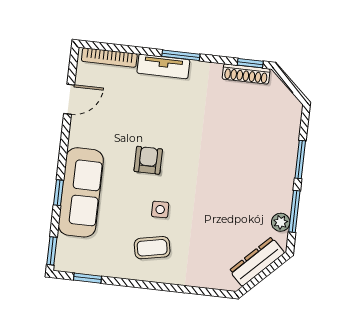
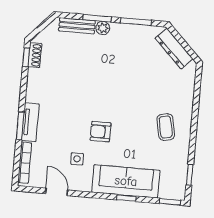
window: (181, 55) -> (20, 126), moved
shoe rack: (246, 74) -> (35, 55), width x0.70
bench: (291, 132) -> (77, 26), added
side table: (160, 210) -> (77, 159), moved
plant: (281, 222) -> (103, 28), moved

